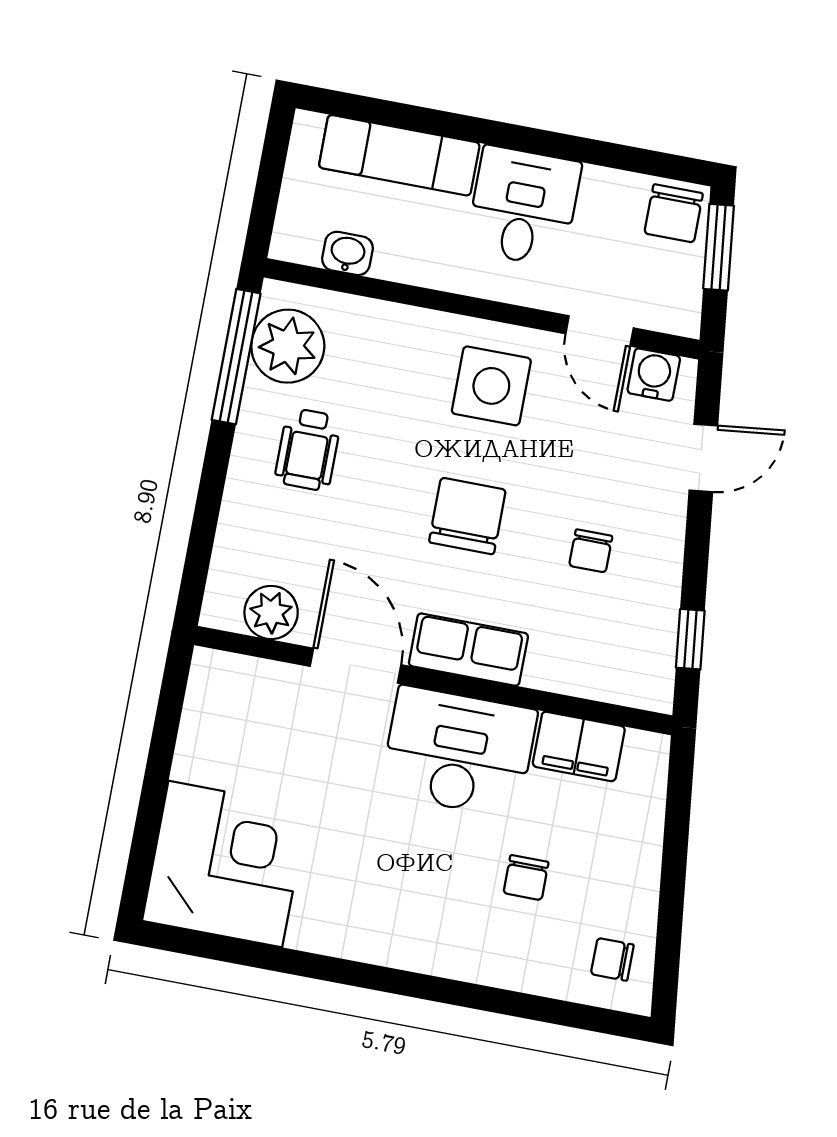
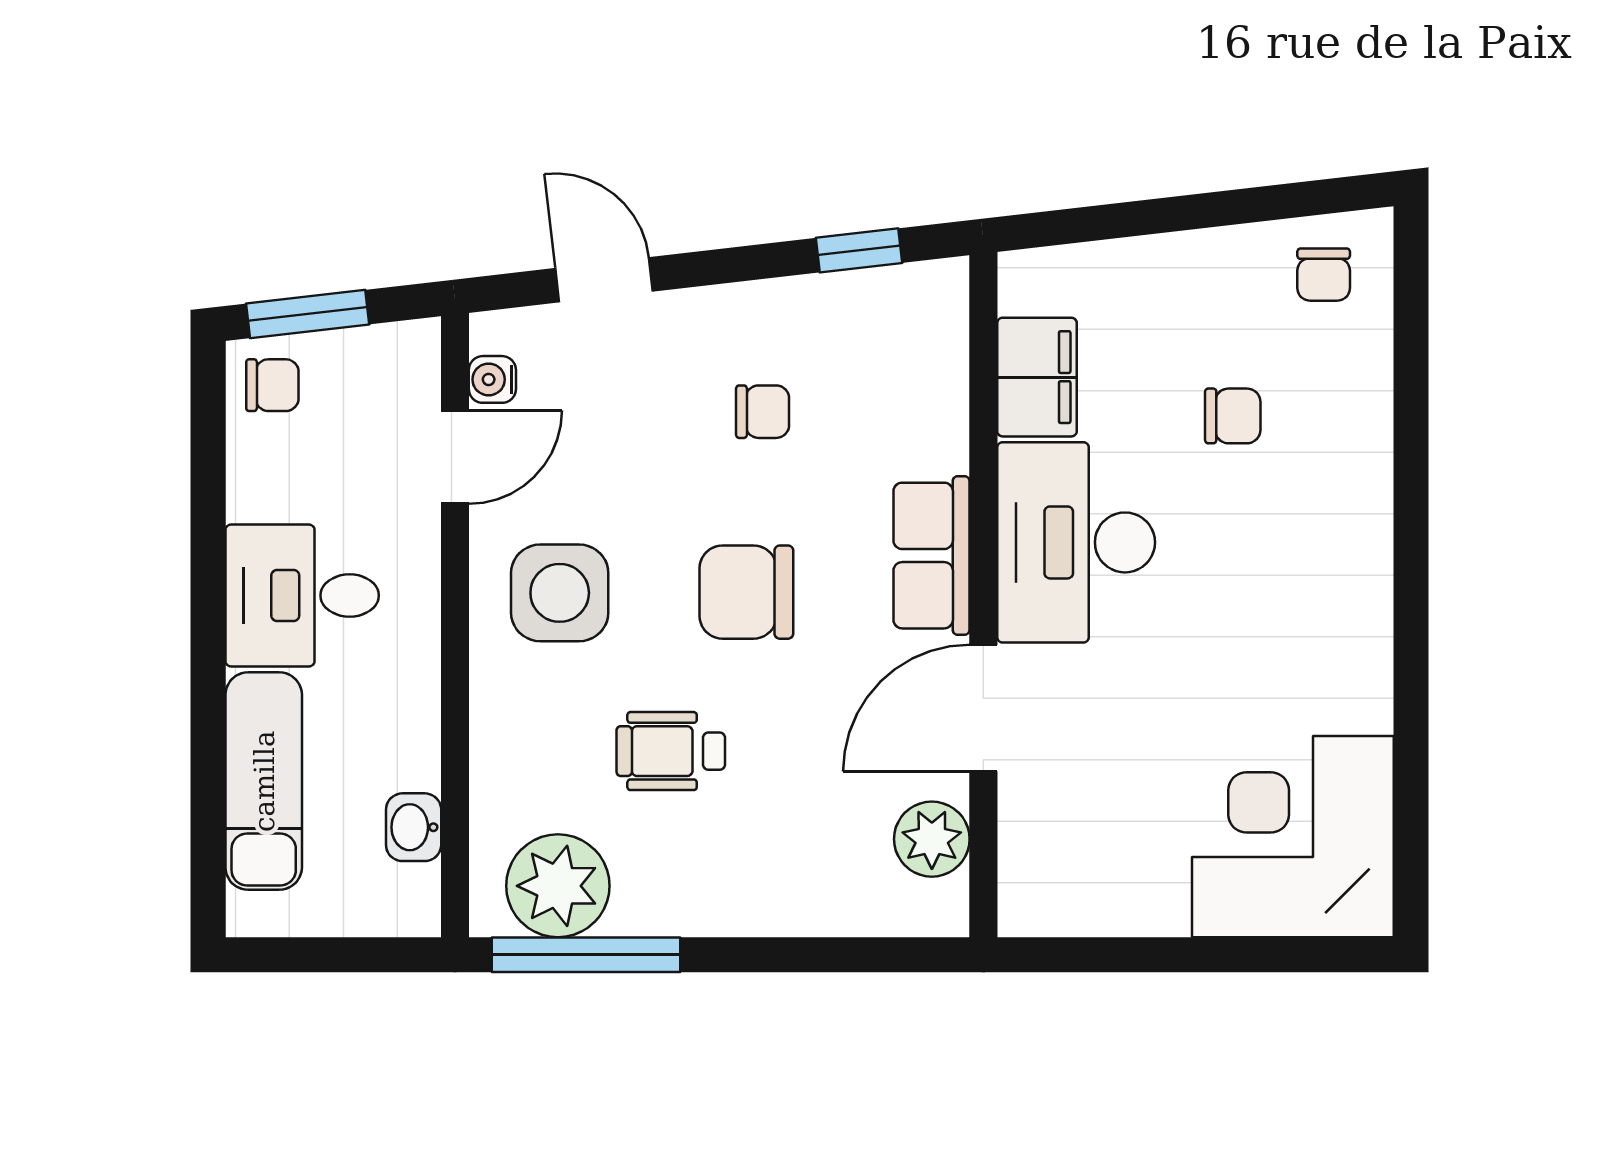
chair: (674, 213) -> (272, 385), width x0.73, depth x0.73
water cooler: (654, 375) -> (492, 379), width x0.72, depth x0.72
wheelchair: (308, 449) -> (671, 751), moved, turned 180

